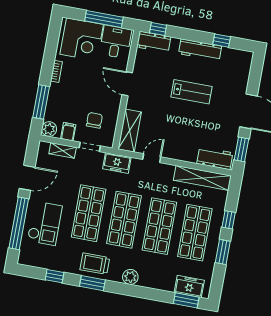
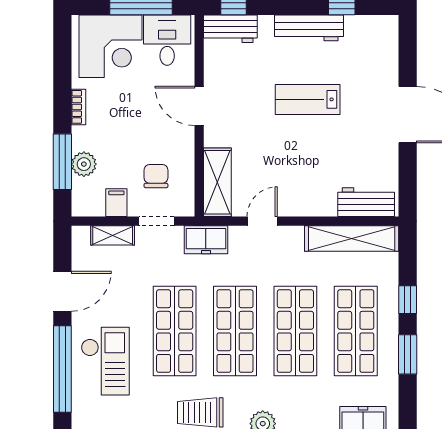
lab bench: (192, 92) -> (308, 99), turned 180
plant: (49, 129) -> (84, 164), moved
window: (242, 149) -> (408, 179), removed

